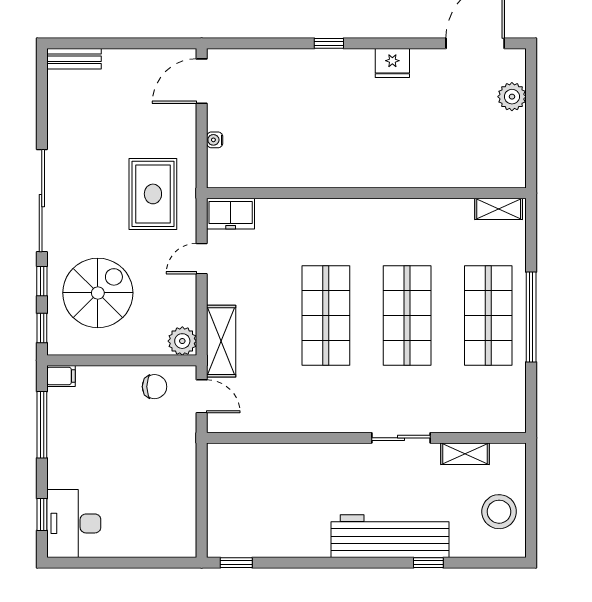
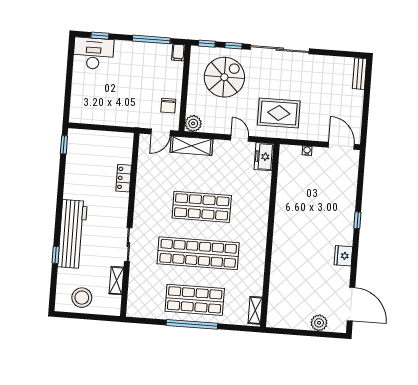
spiral stairs: (98, 293) -> (224, 77), turned -90
shop shelf: (407, 315) -> (198, 253), width x1.40
locker: (286, 455) -> (124, 178), added

